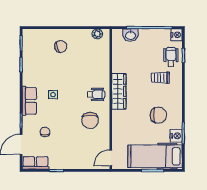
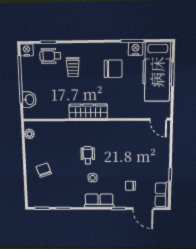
wheelchair: (96, 94) -> (88, 155), moved
chair: (158, 115) -> (113, 69), turned 90
chair: (90, 120) -> (119, 141), removed

